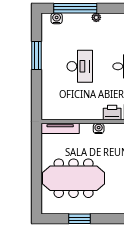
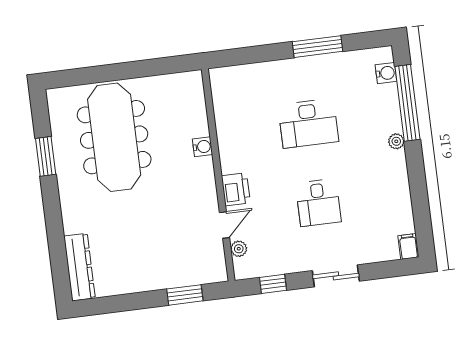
tv unit: (60, 128) -> (197, 103), removed
water cooler: (99, 128) -> (202, 147), moved

